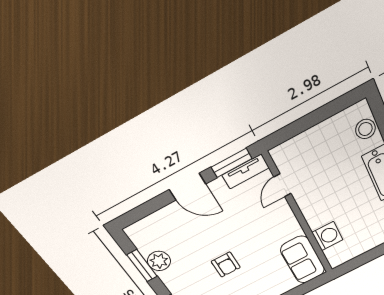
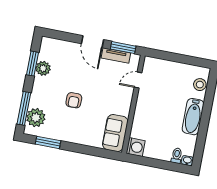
tv unit: (246, 171) -> (116, 56), moved
washing machine: (327, 236) -> (136, 147), moved

